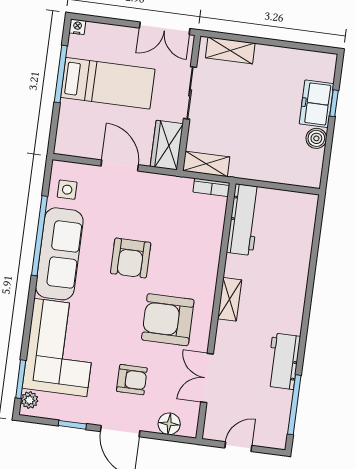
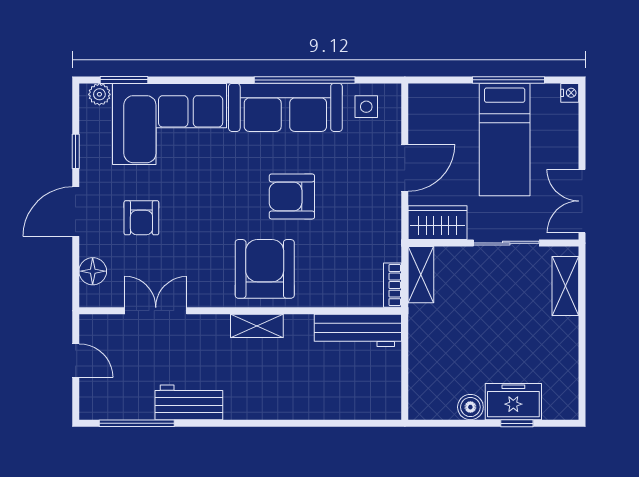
armchair: (168, 320) -> (265, 269), moved

